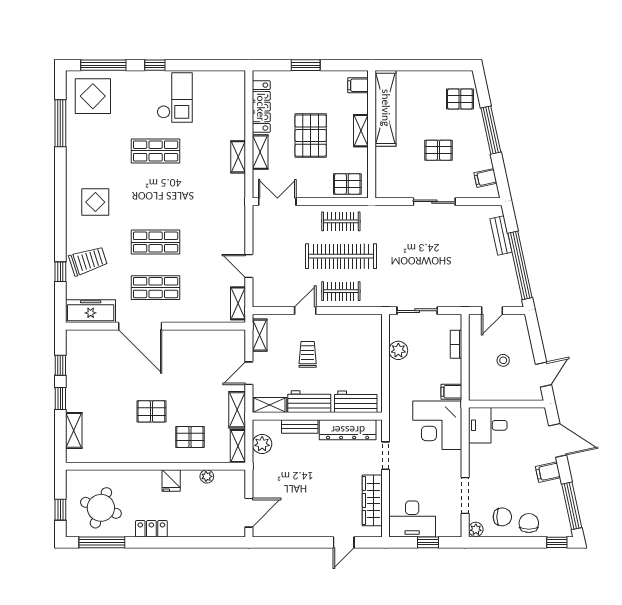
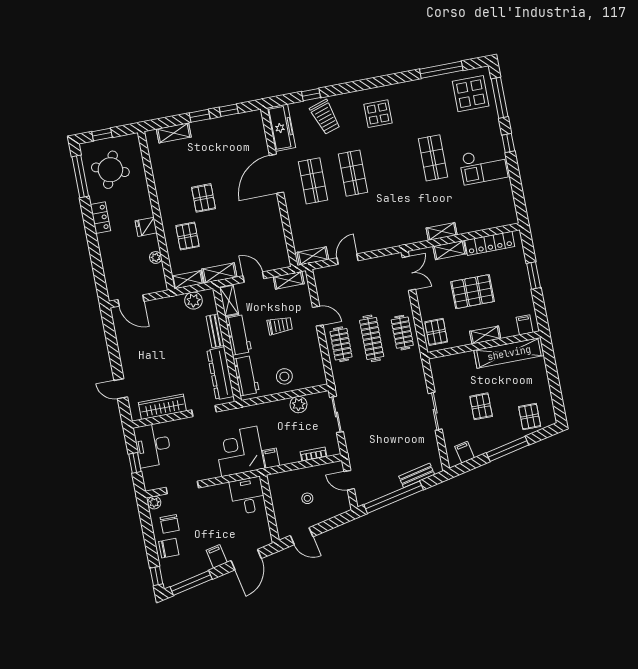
clothes rail: (341, 256) -> (372, 338), width x0.73, depth x0.76
stool: (364, 360) -> (284, 376), added

